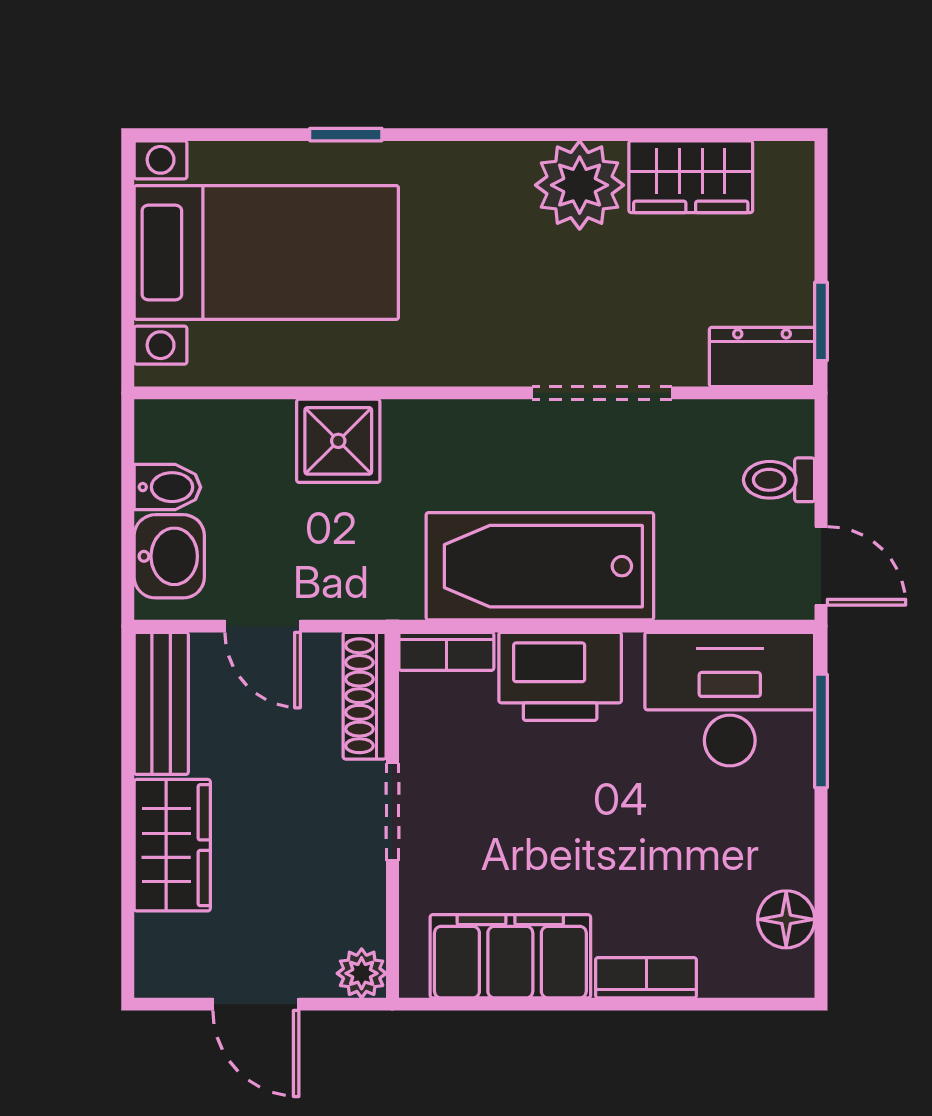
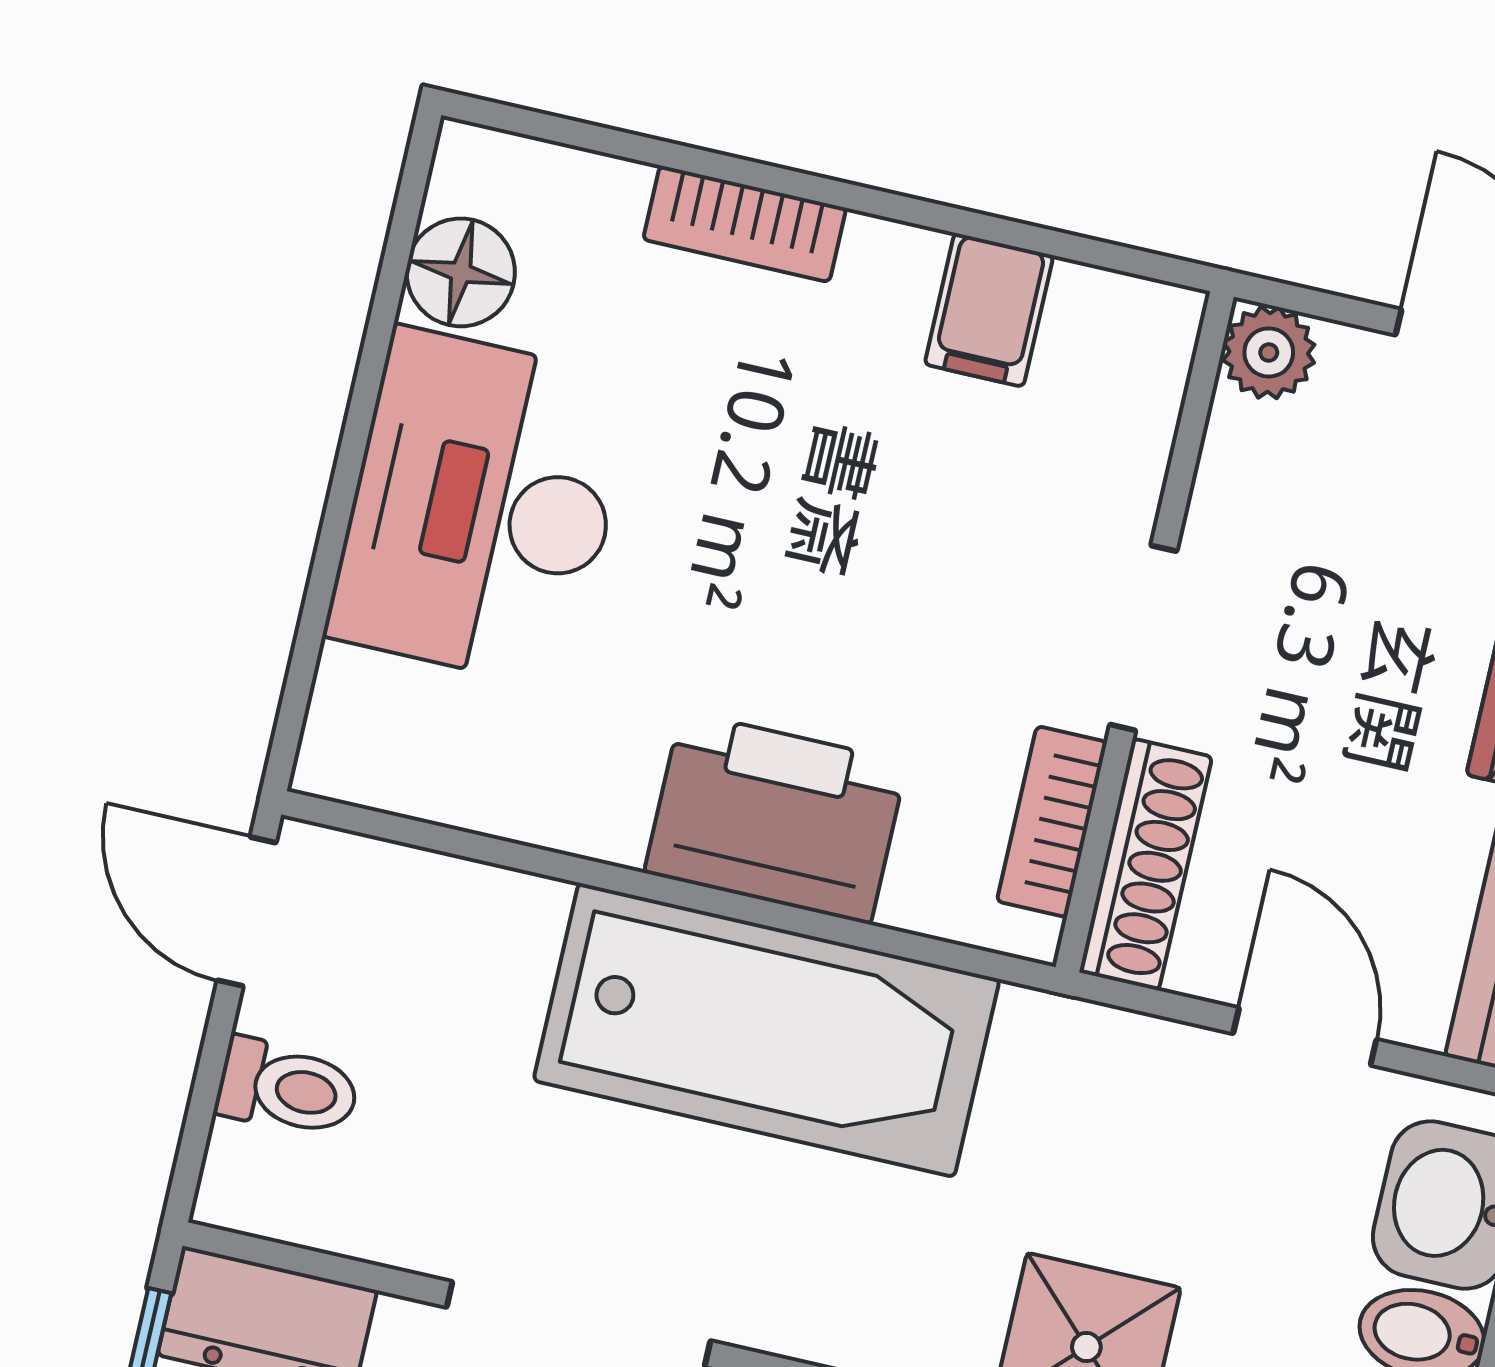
bookcase: (446, 651) -> (1052, 822), moved, turned -90
desk: (730, 699) -> (481, 508), moved, turned 90
window: (821, 731) -> (317, 606), removed
filing cabinet: (510, 956) -> (989, 310), width x0.33, depth x0.86

